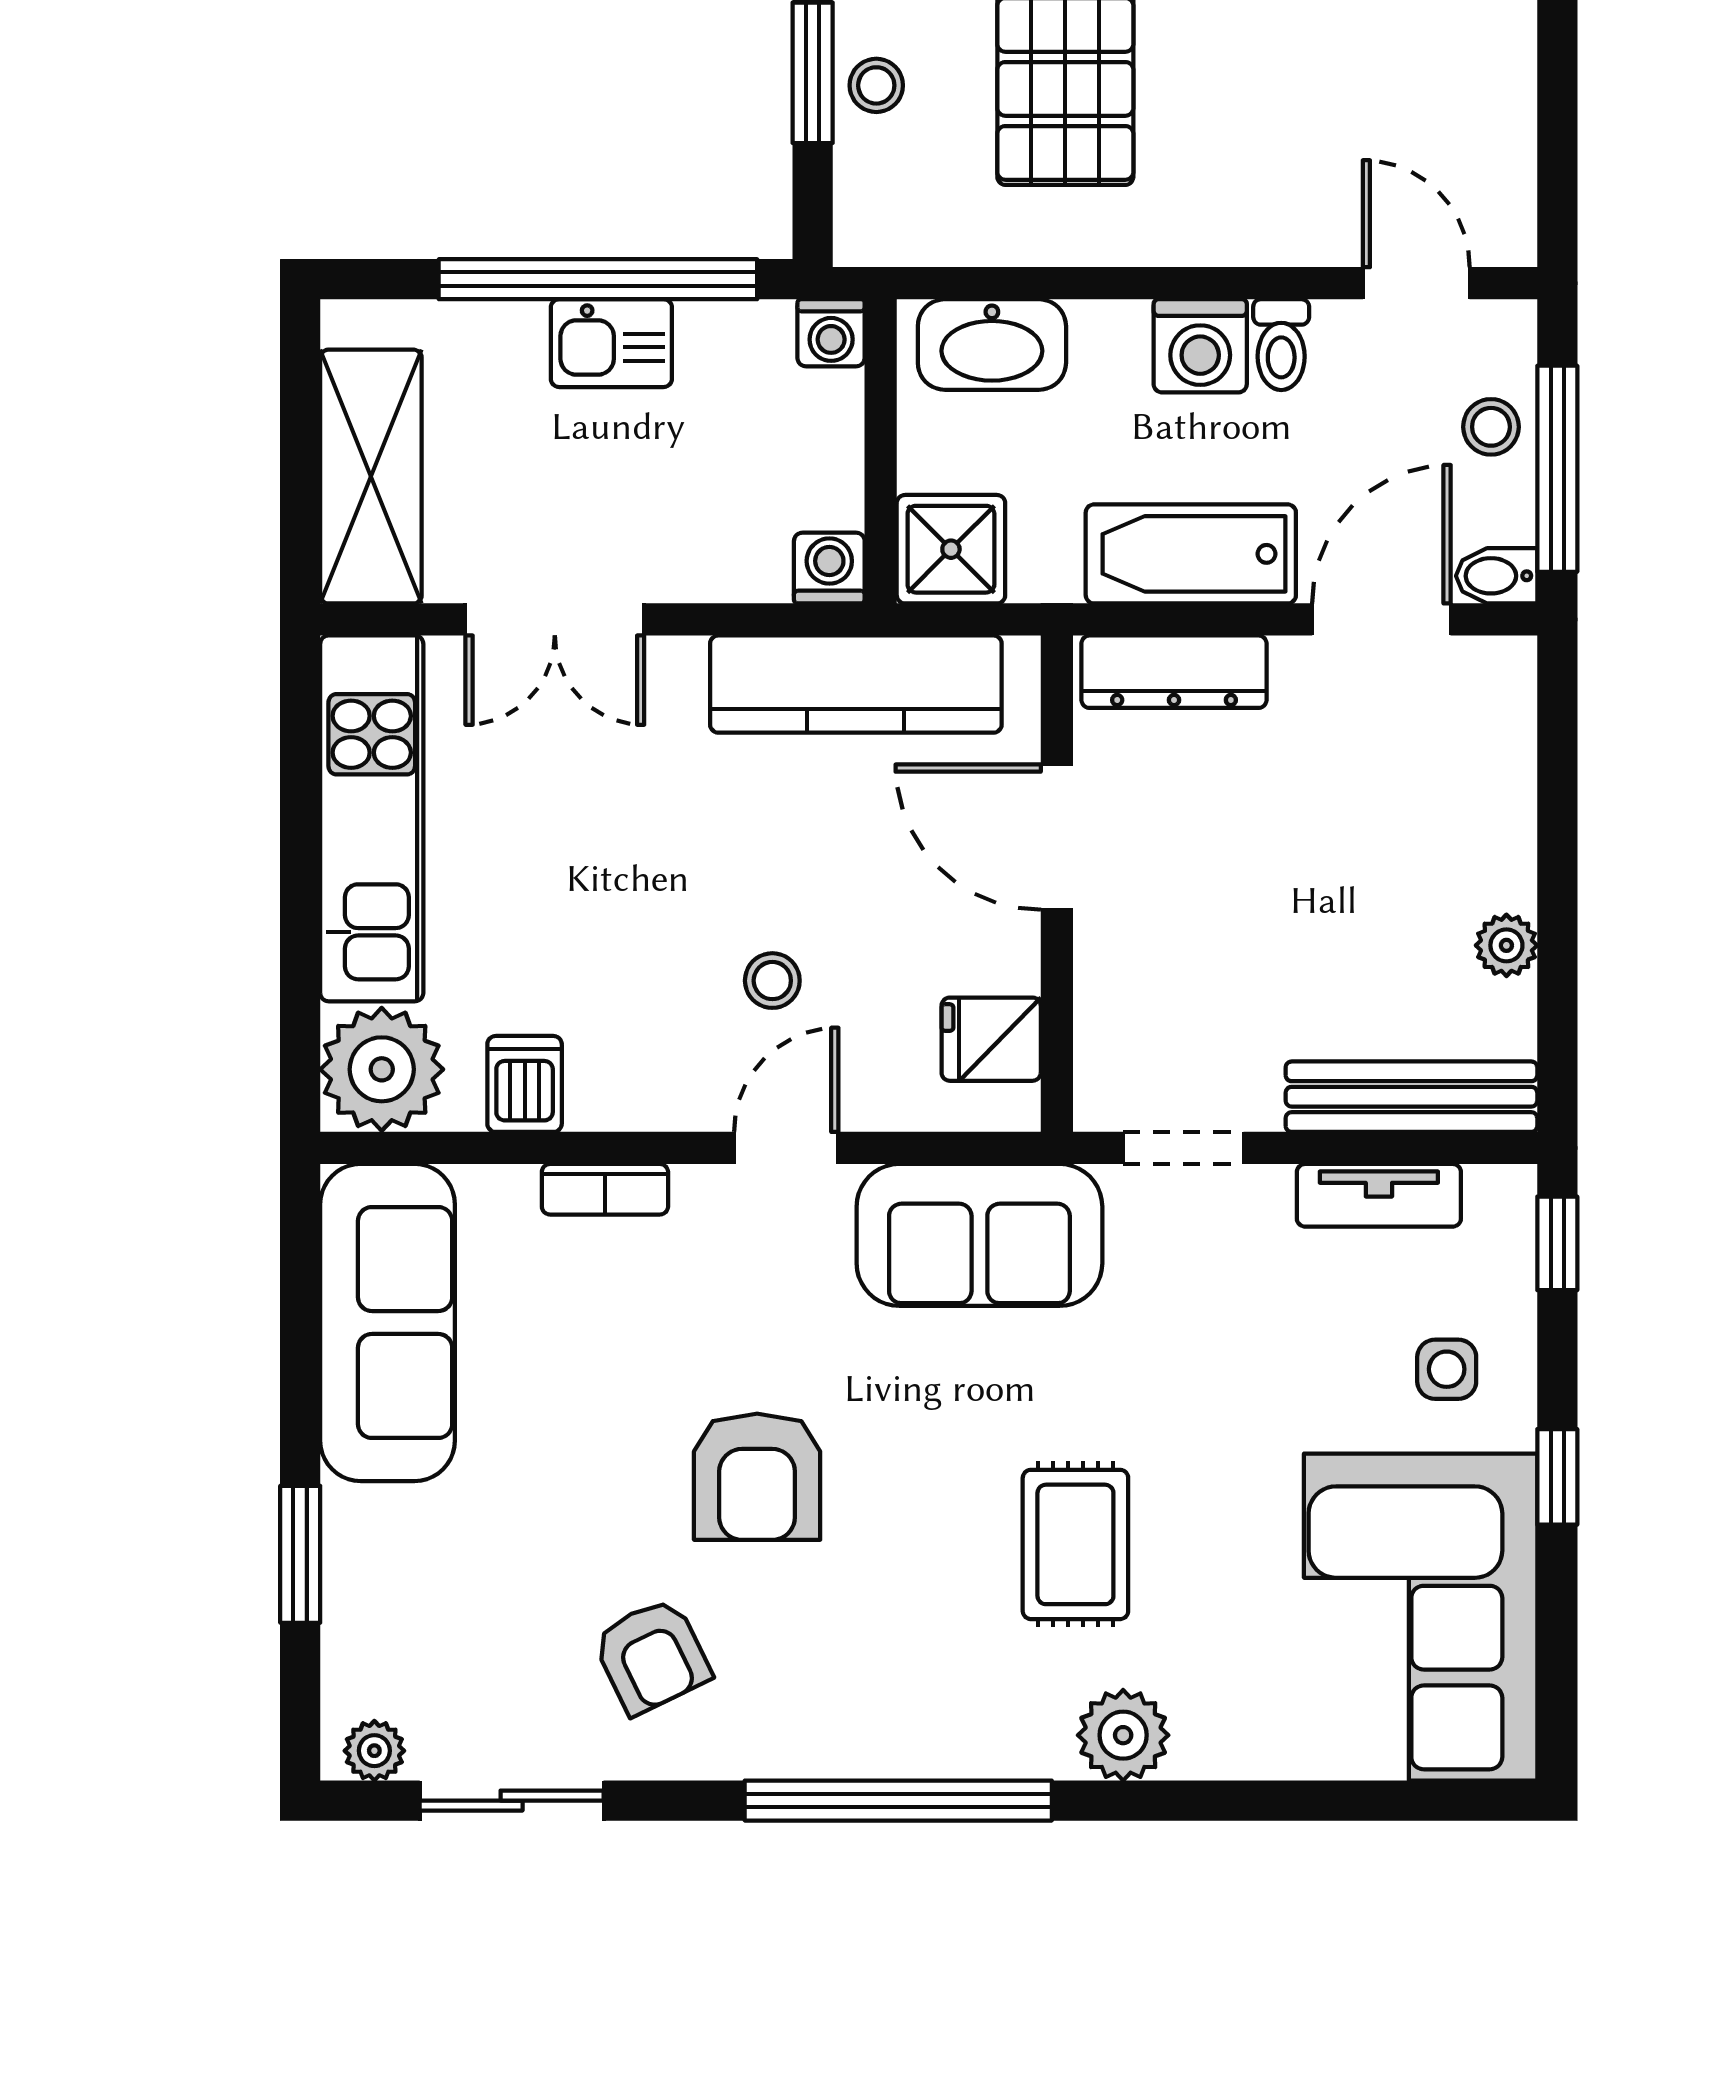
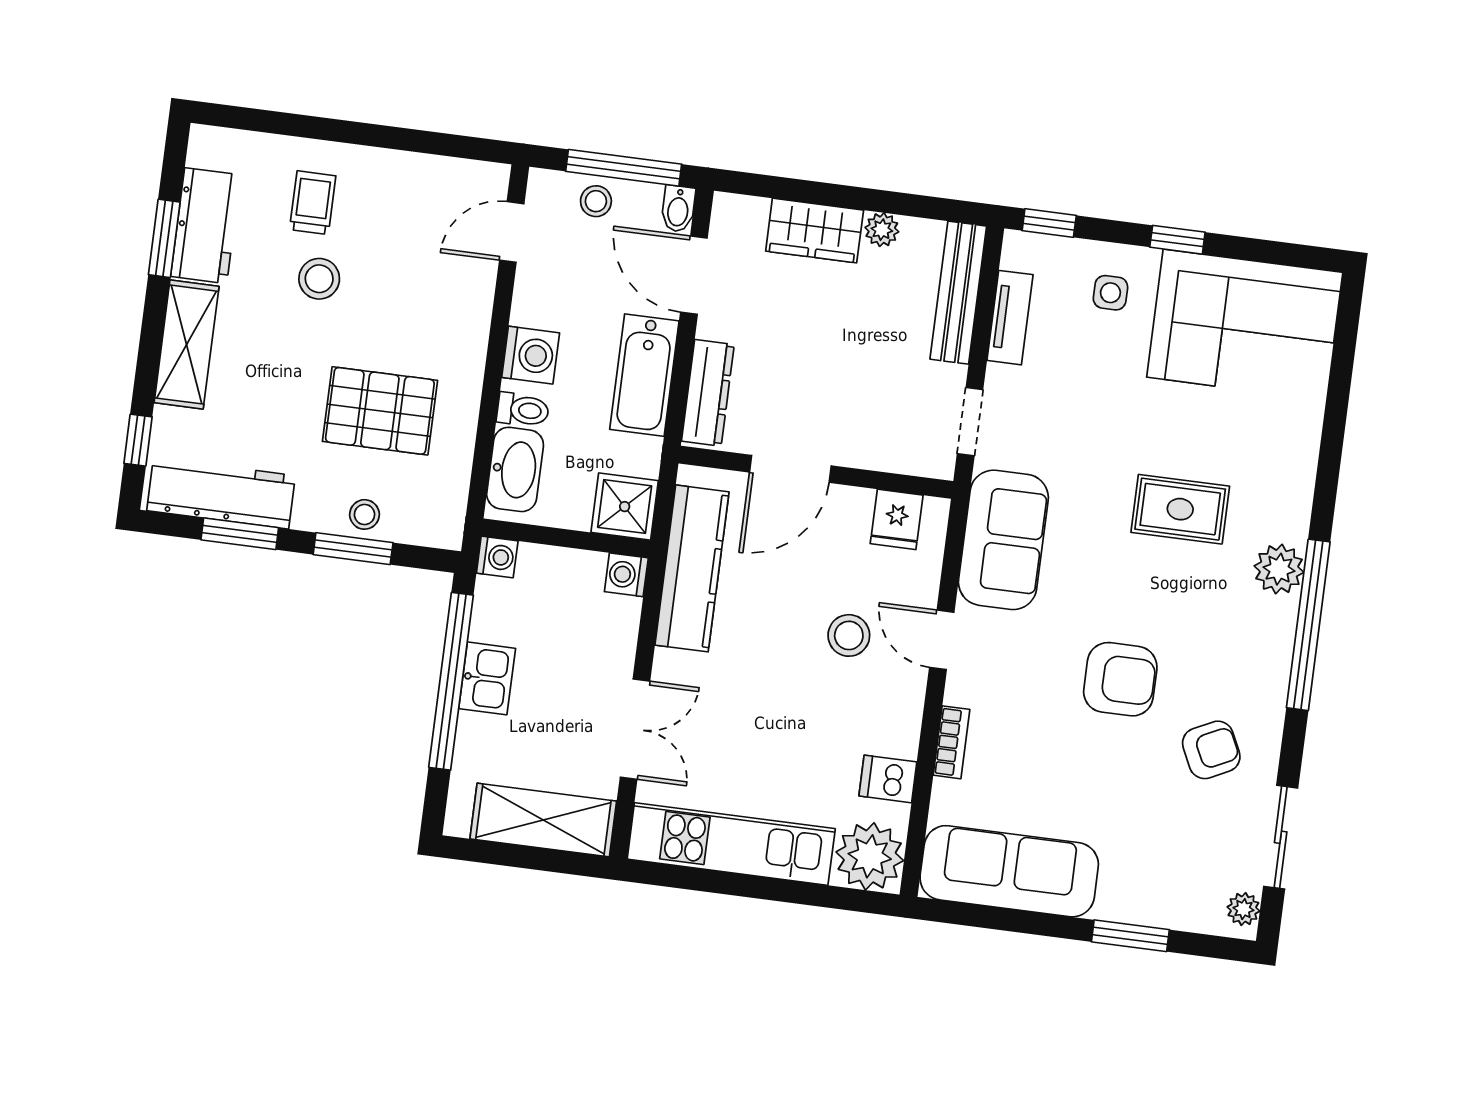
toilet: (1281, 345) -> (523, 410), moved
wardrobe: (1489, 825) -> (815, 231), added
stool: (772, 981) -> (849, 635), width x1.37, depth x1.37
plant: (1123, 1735) -> (1279, 569), moved

